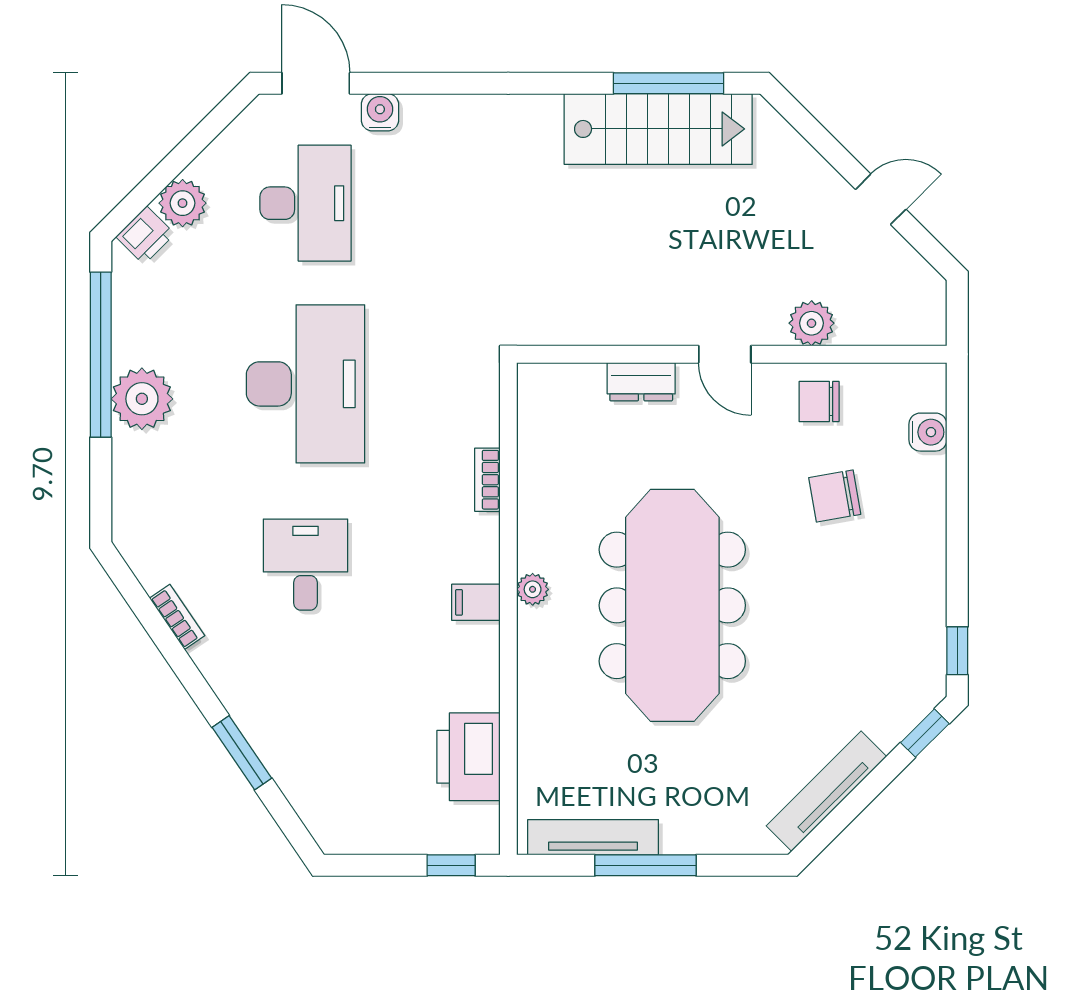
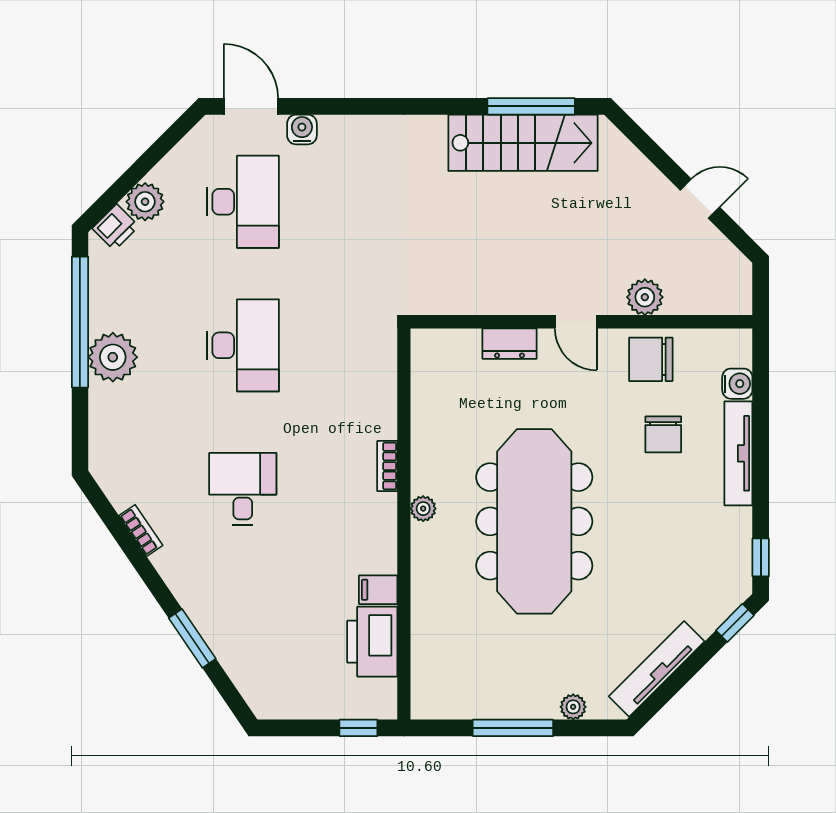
desk: (306, 384) -> (243, 345), width x0.73, depth x0.77
chair: (819, 402) -> (651, 359), width x1.37, depth x1.37
bookcase: (487, 480) -> (387, 466), moved
chair: (835, 496) -> (663, 434), turned -80
filing cabinet: (476, 602) -> (378, 590), moved
tv unit: (593, 837) -> (738, 453), moved, turned -90
plant: (721, 839) -> (573, 707), added

